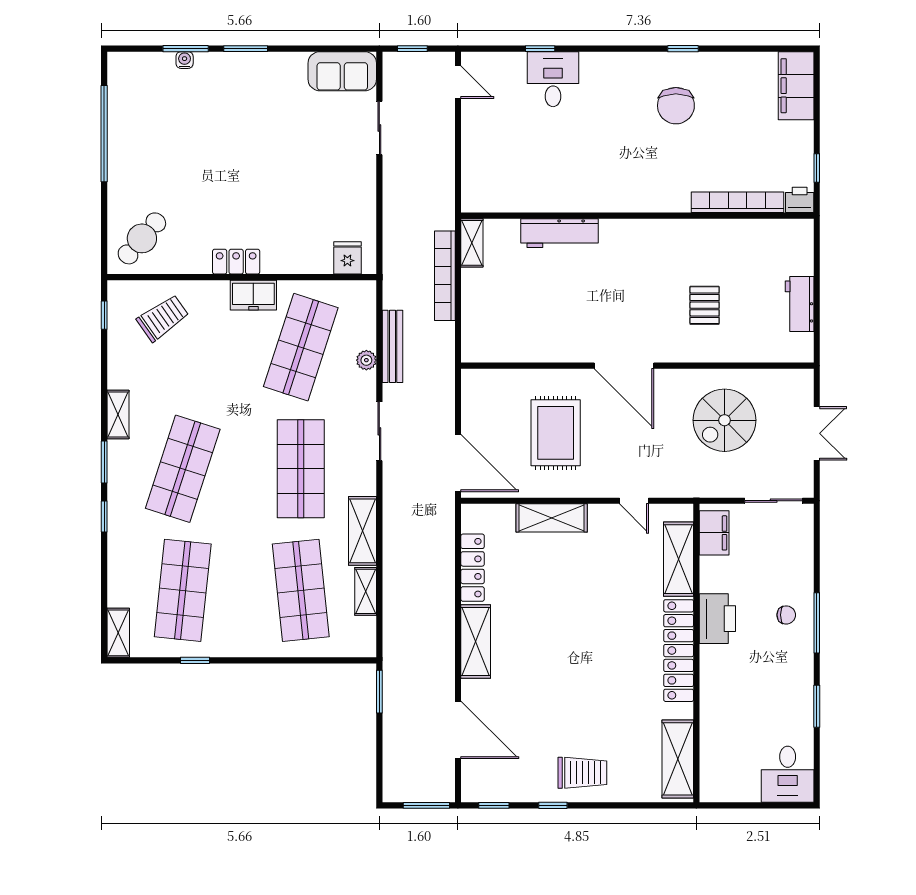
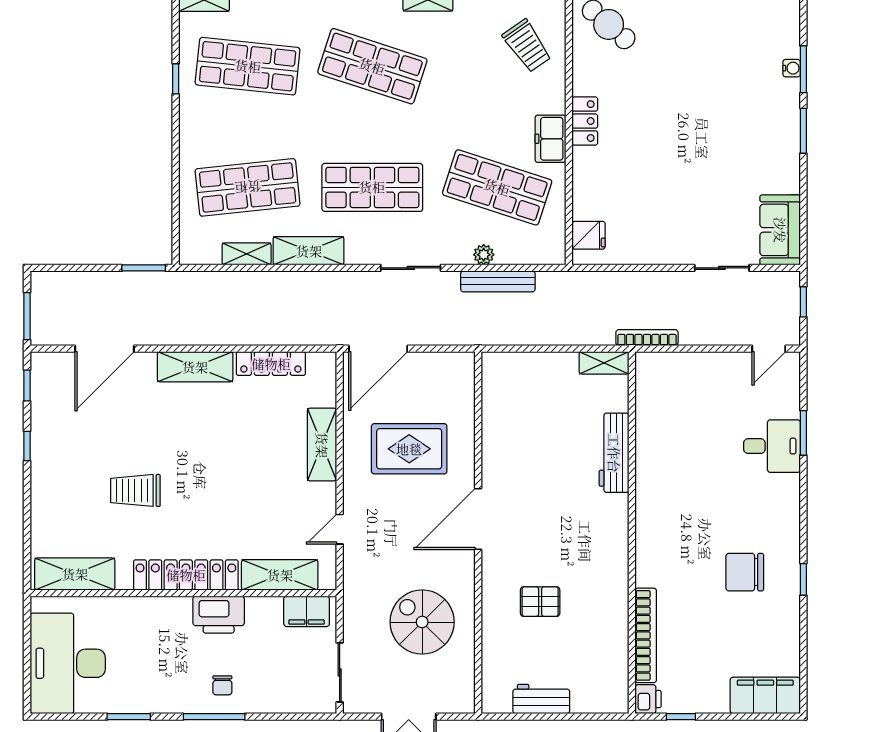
window: (540, 49) -> (803, 433), width x1.50
bookcase: (445, 276) -> (647, 338), moved, width x0.68, depth x0.76
trolley: (582, 773) -> (135, 490), moved, turned 90
desk: (788, 774) -> (68, 663), width x1.87, depth x1.30

